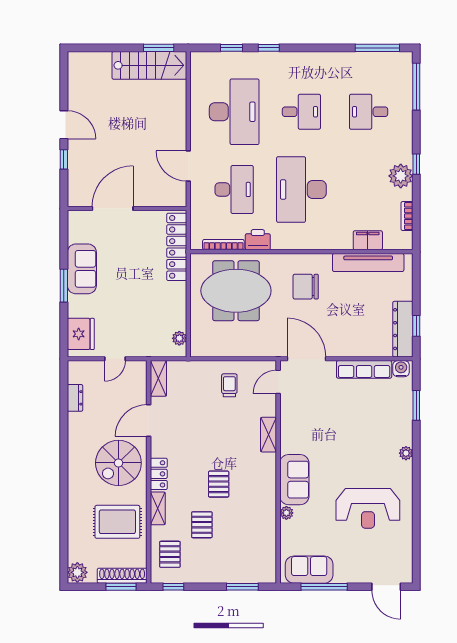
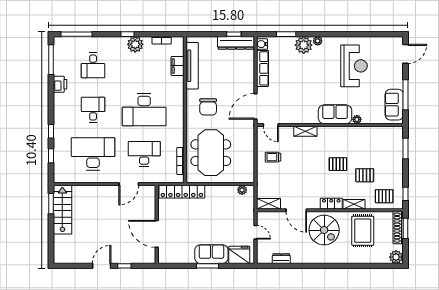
printer: (258, 240) -> (60, 84), moved, turned 180
sofa: (82, 269) -> (211, 254), moved
plant: (400, 432) -> (304, 45), added

